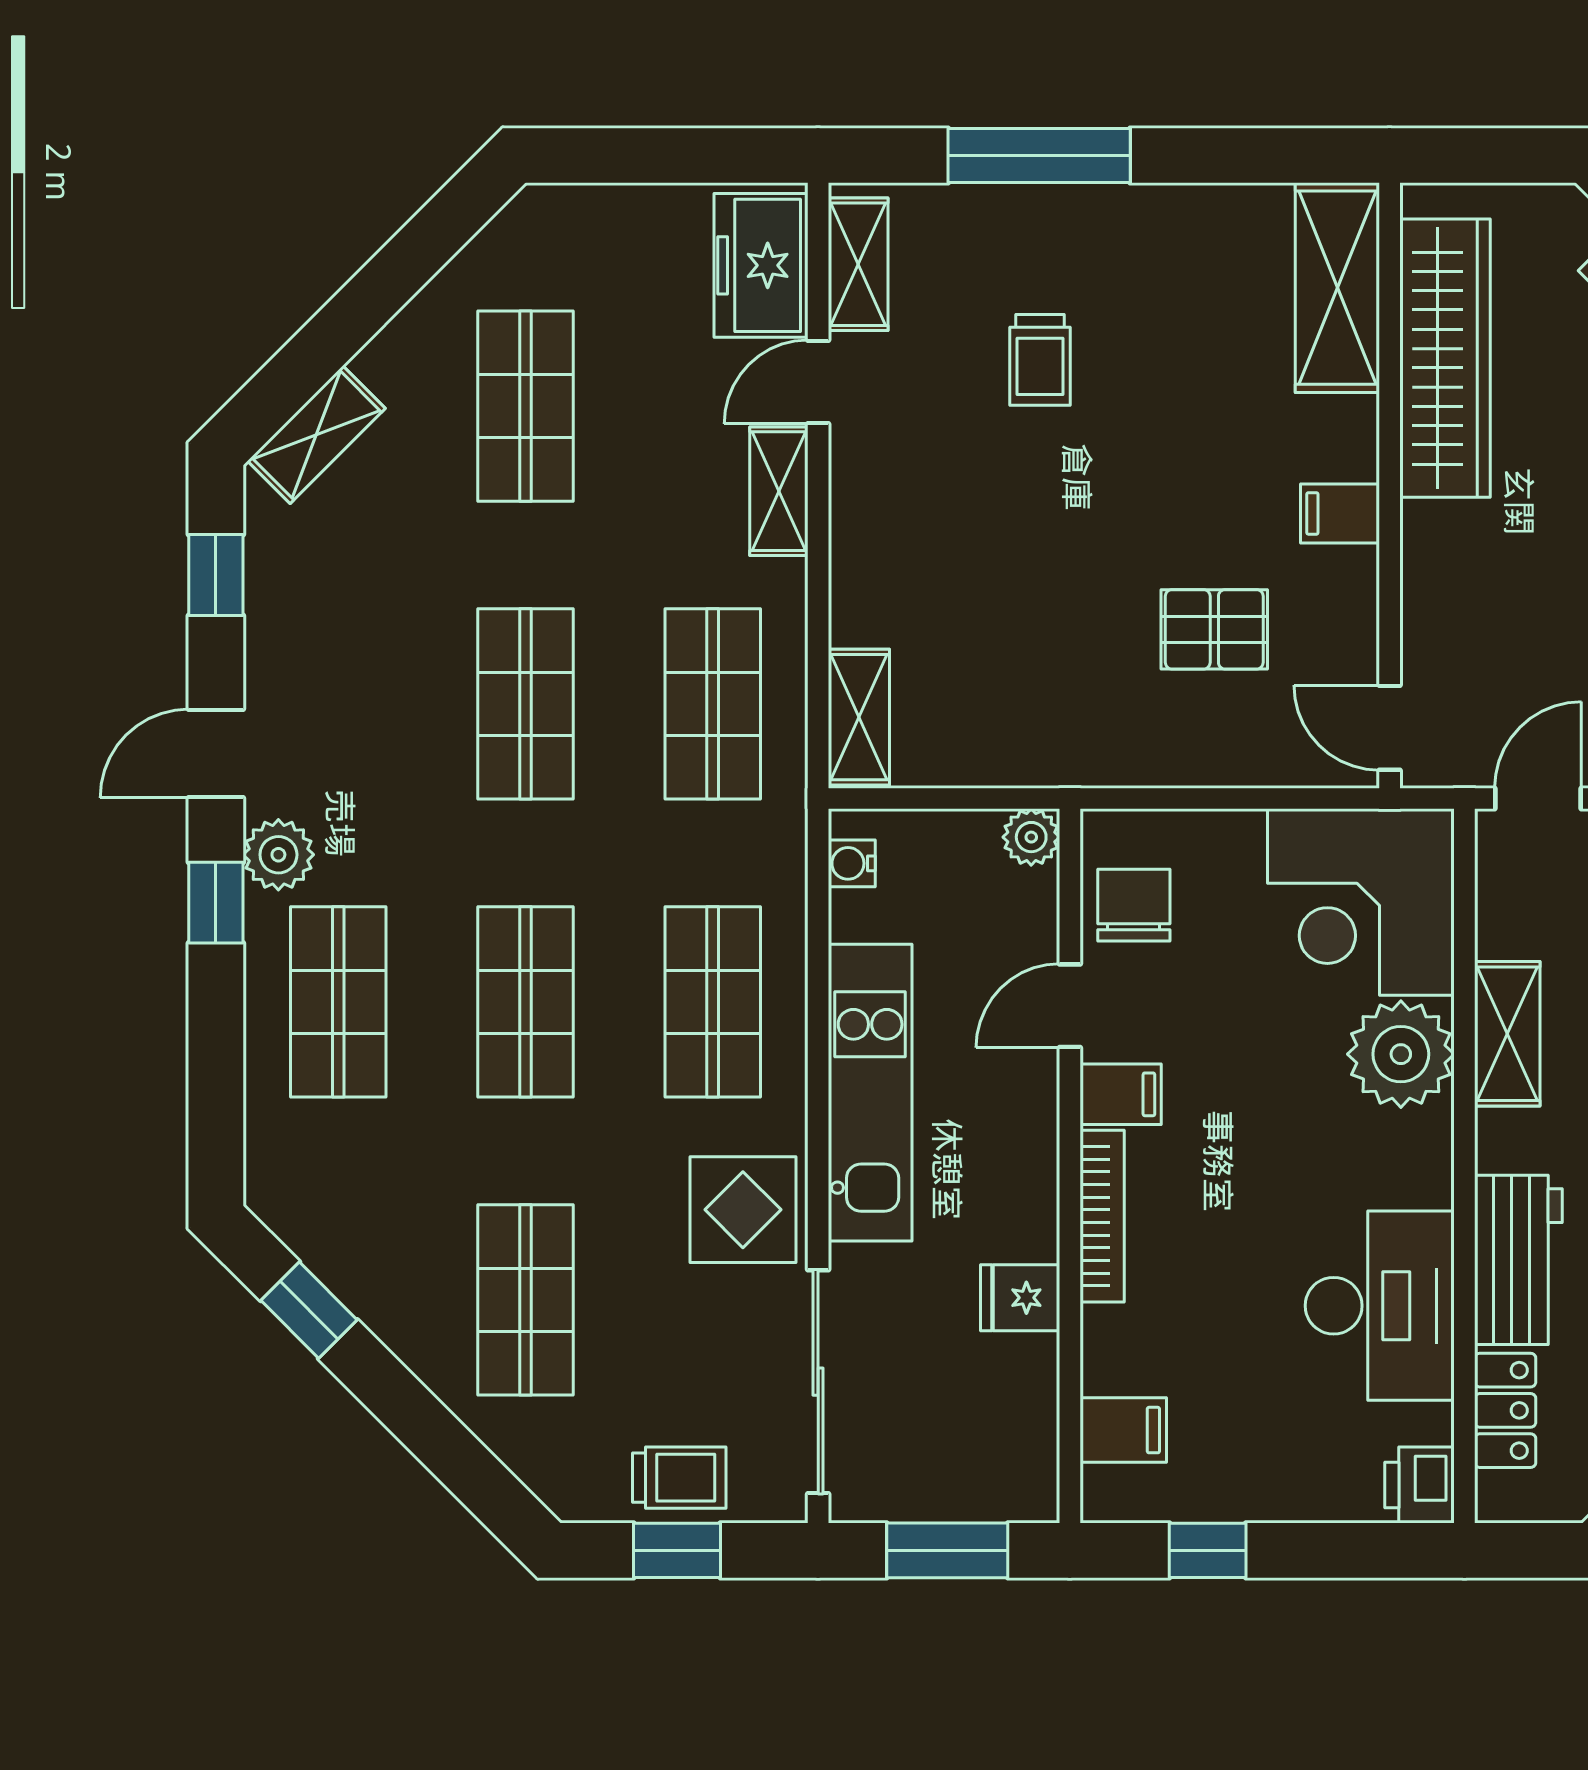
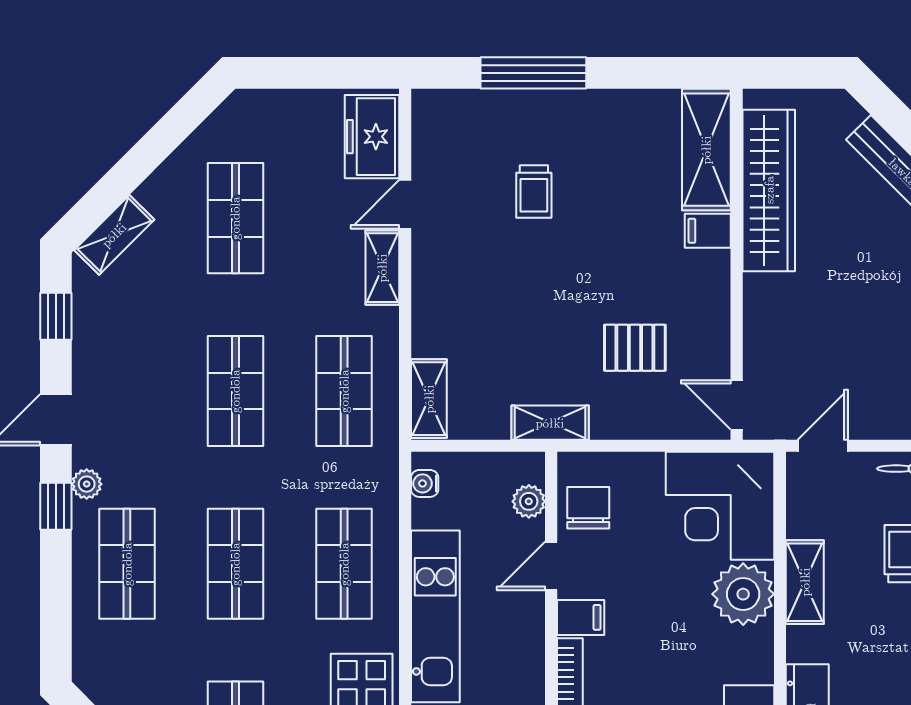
shelving: (858, 264) -> (550, 423), moved, turned 90
filing cabinet: (1340, 513) -> (708, 231), moved
plant: (1031, 837) -> (529, 501), moved
plant: (278, 855) -> (87, 484), width x0.73, depth x0.73

